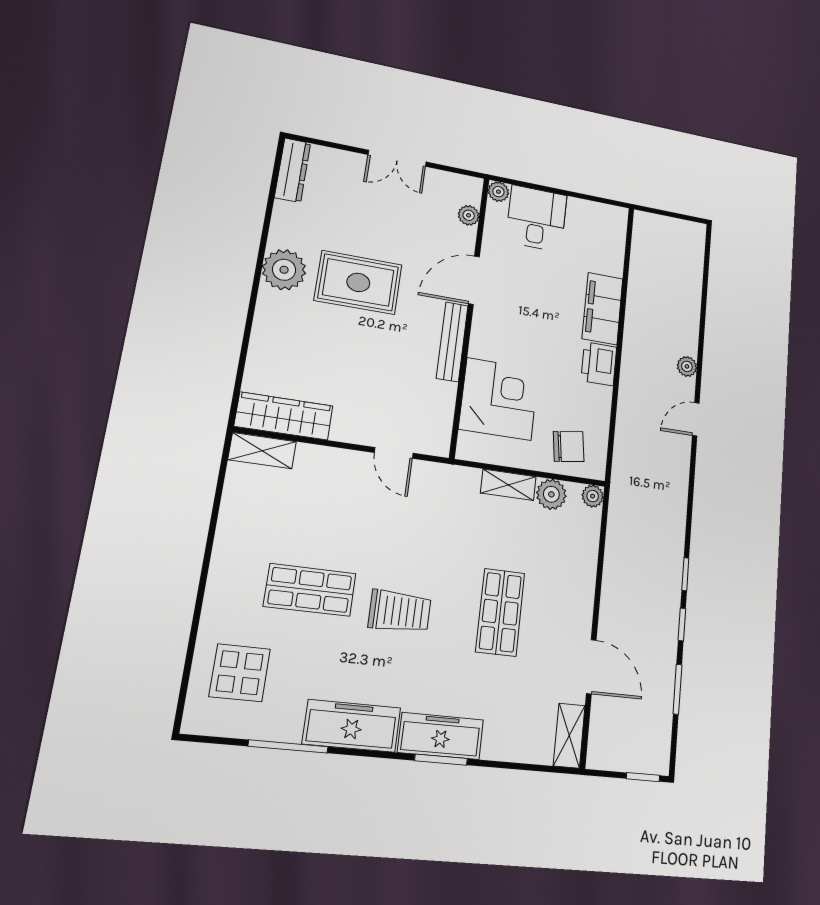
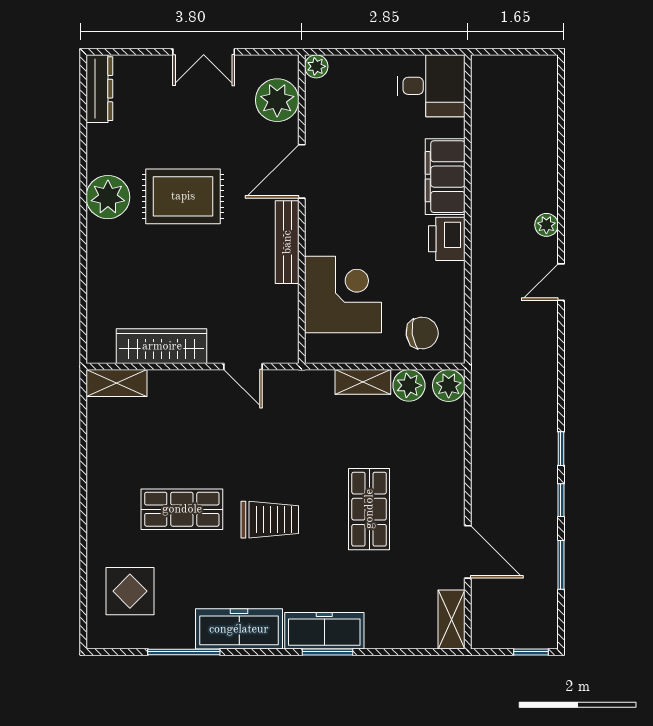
plant: (469, 215) -> (277, 100), width x1.88, depth x1.88
desk: (536, 218) -> (431, 86), moved, turned 90
wardrobe: (284, 416) -> (162, 346), moved
plant: (593, 496) -> (449, 385), width x1.38, depth x1.38

